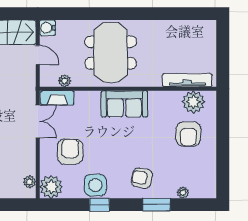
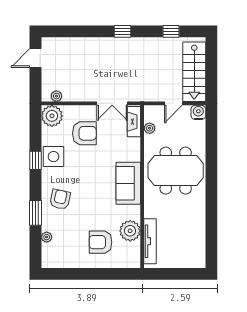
plant: (193, 102) -> (130, 231), moved

